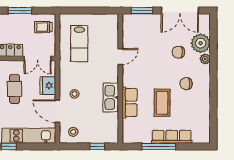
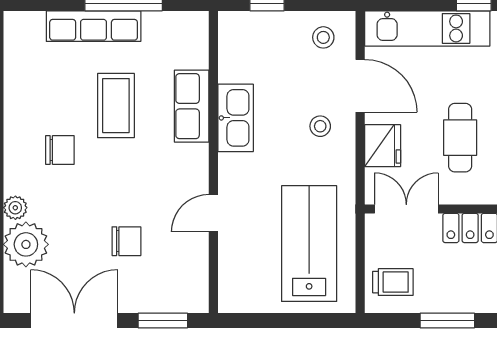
lab bench: (79, 44) -> (309, 244), width x1.36, depth x1.39
chair: (178, 52) -> (126, 241), moved

